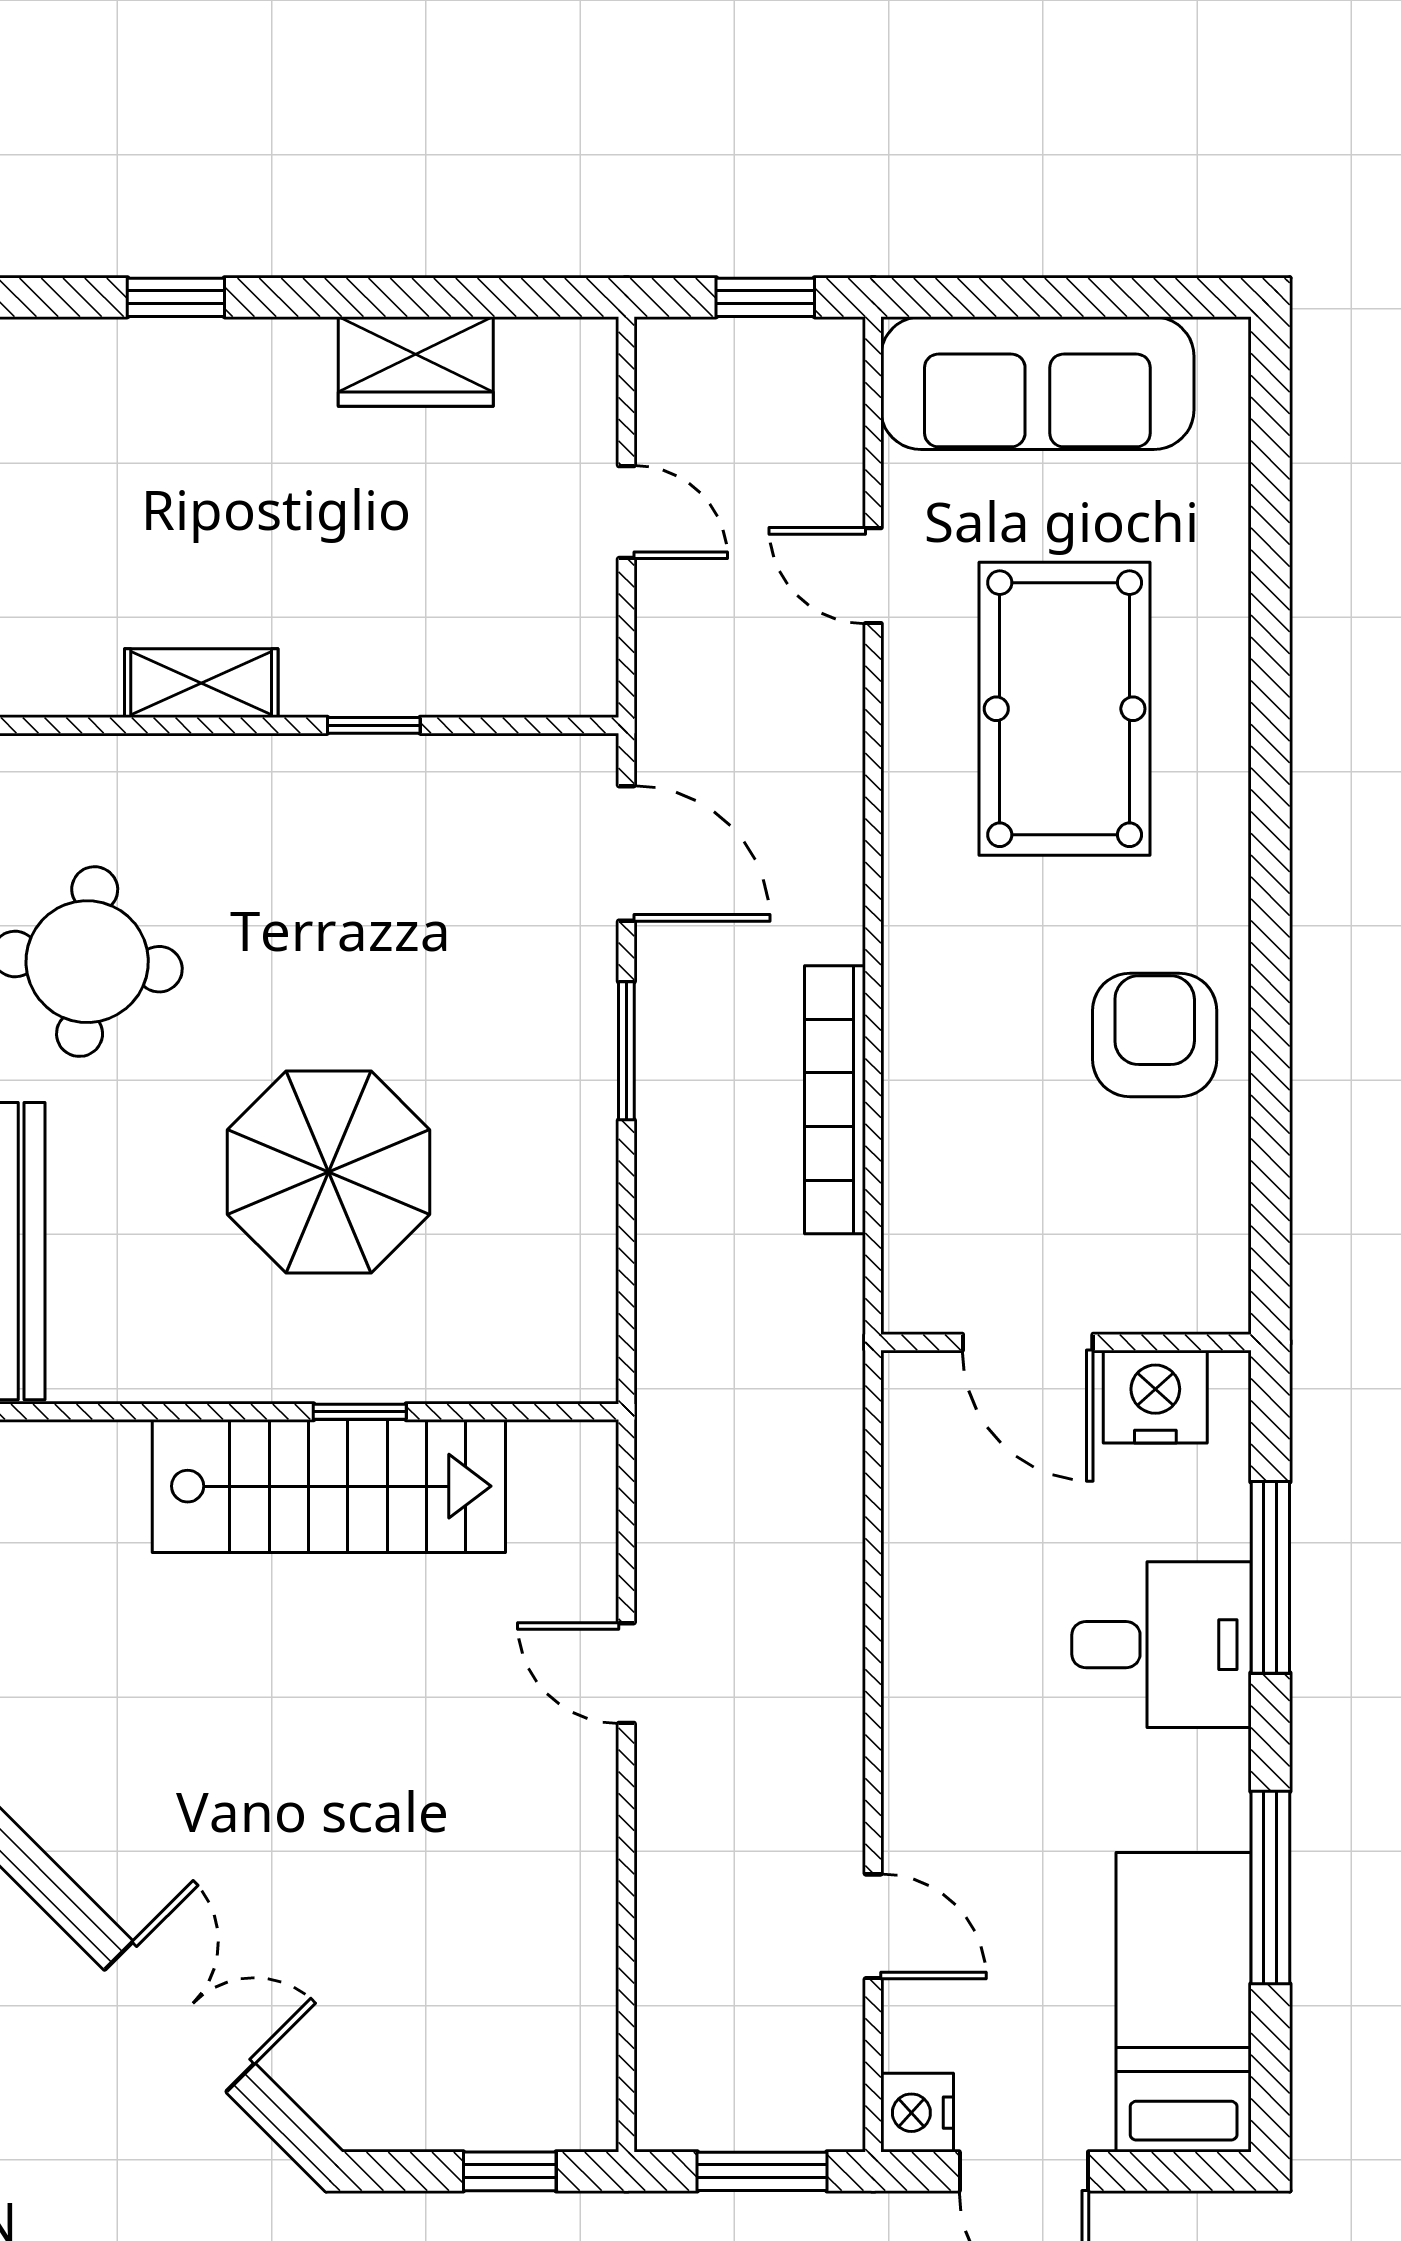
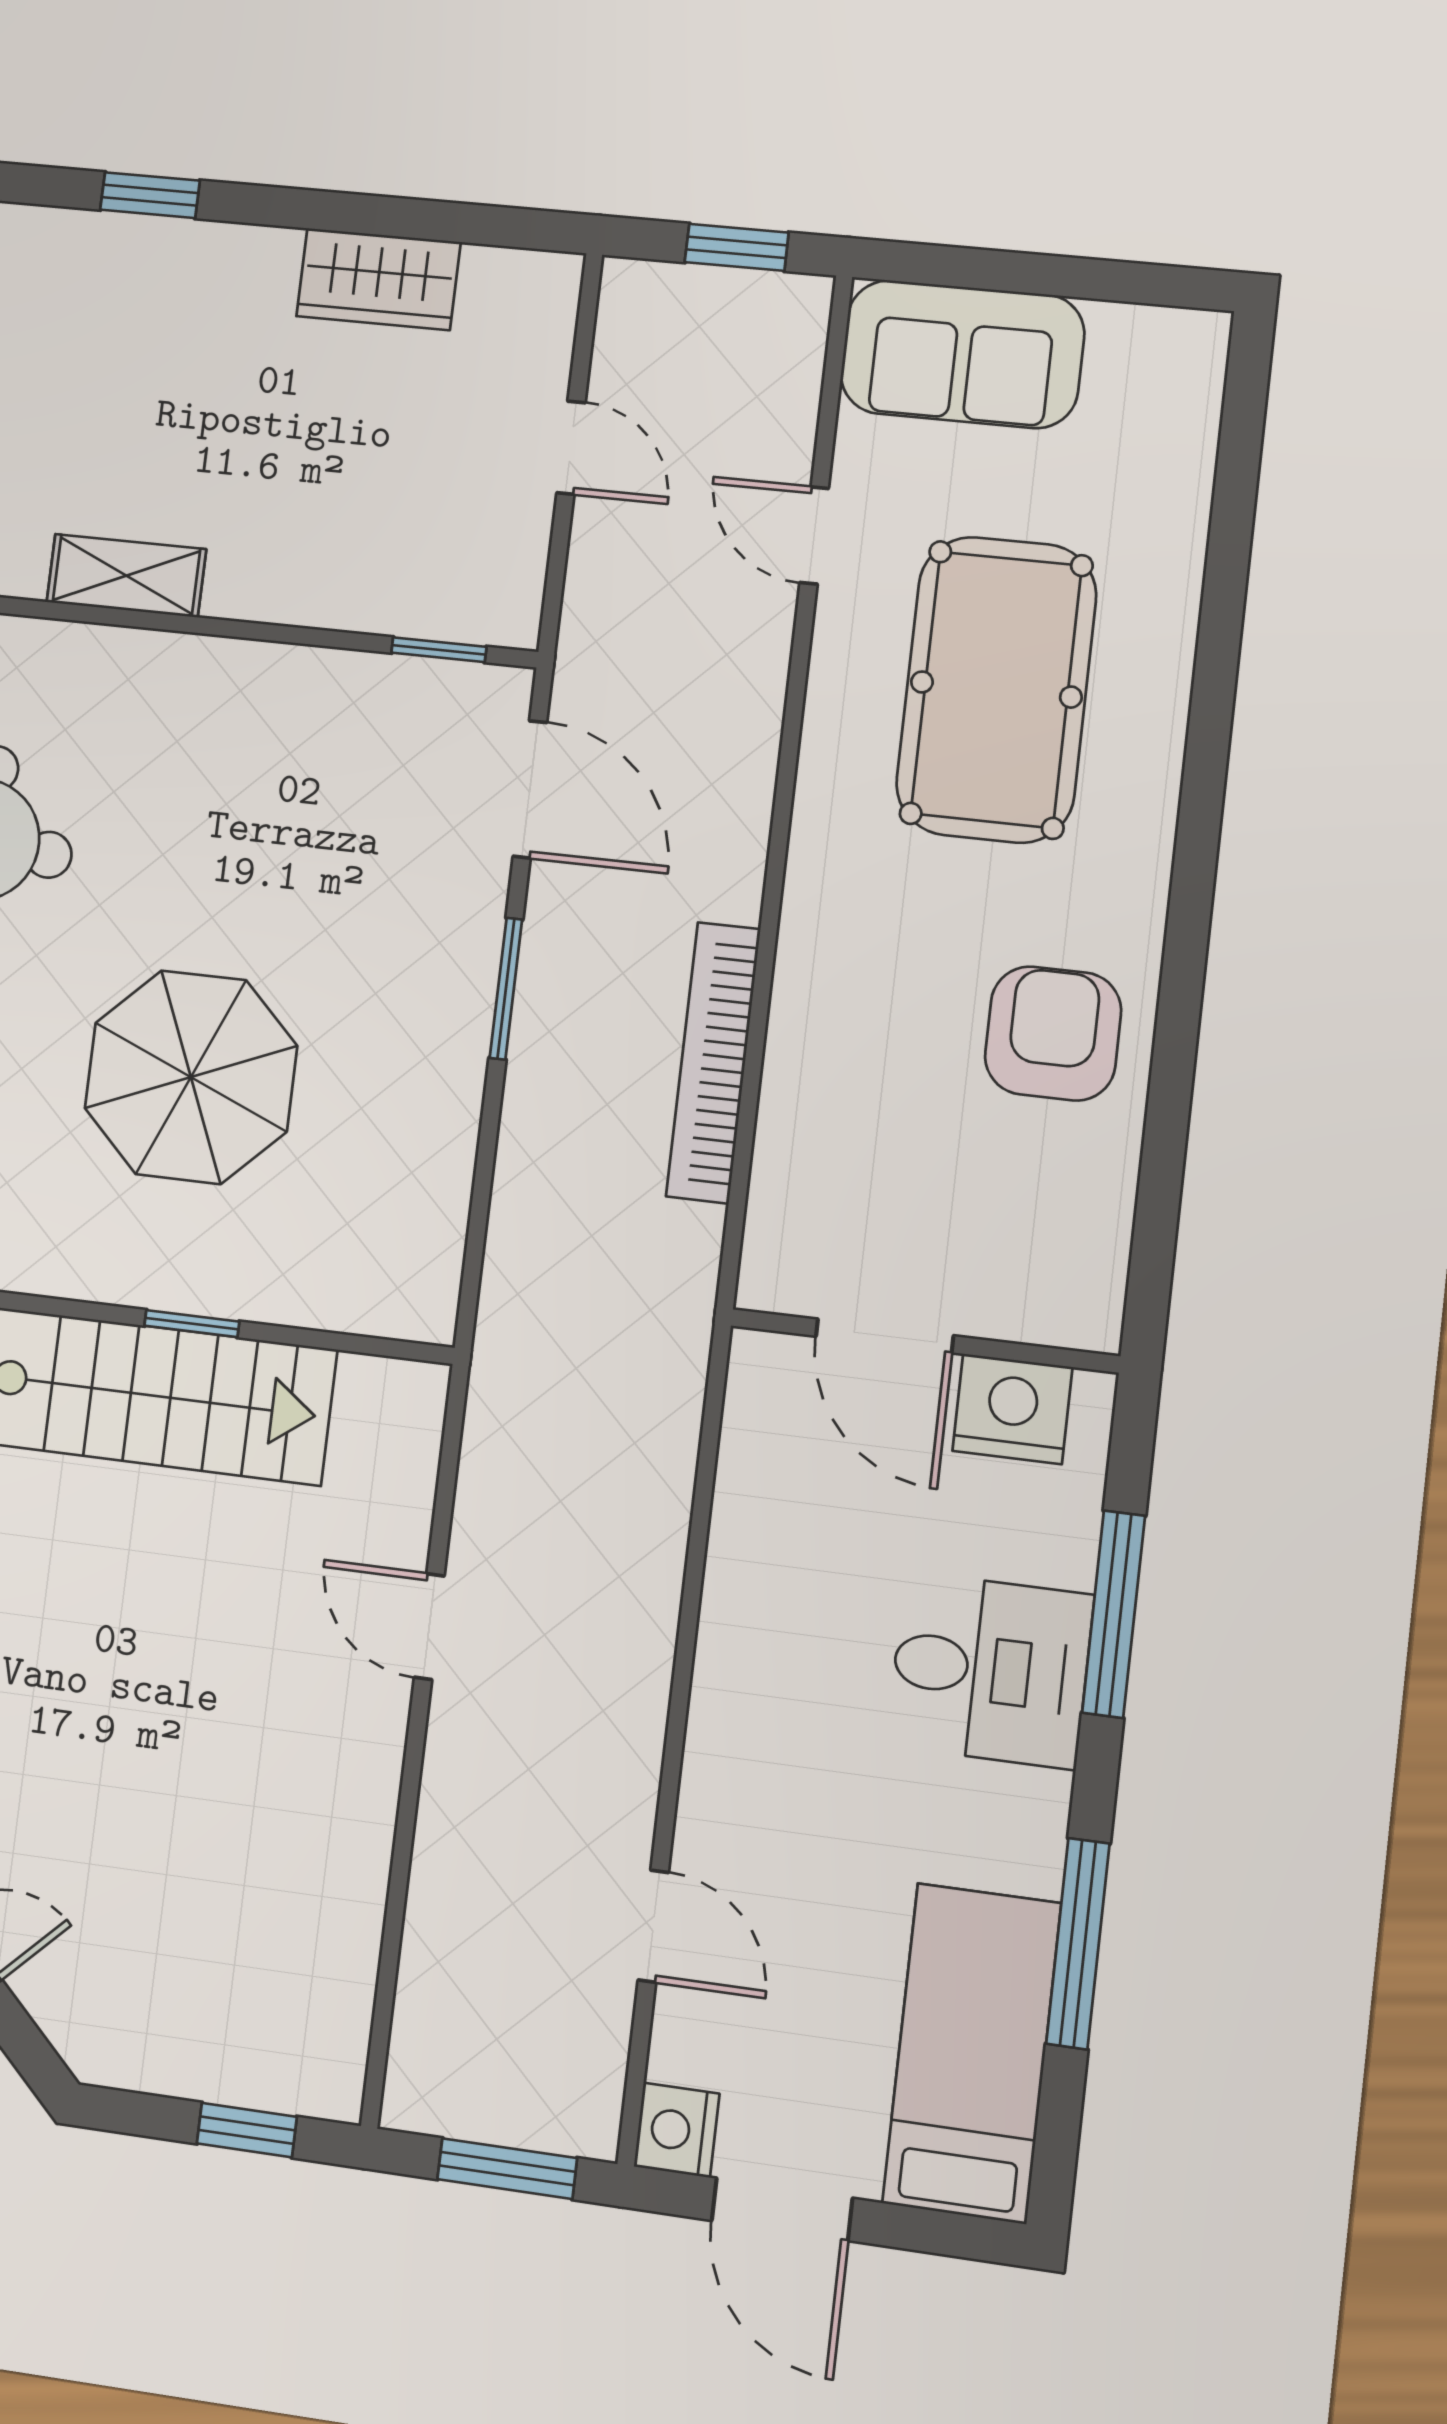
sofa: (1037, 383) -> (962, 354), width x0.73
window: (374, 725) -> (439, 650), moved

